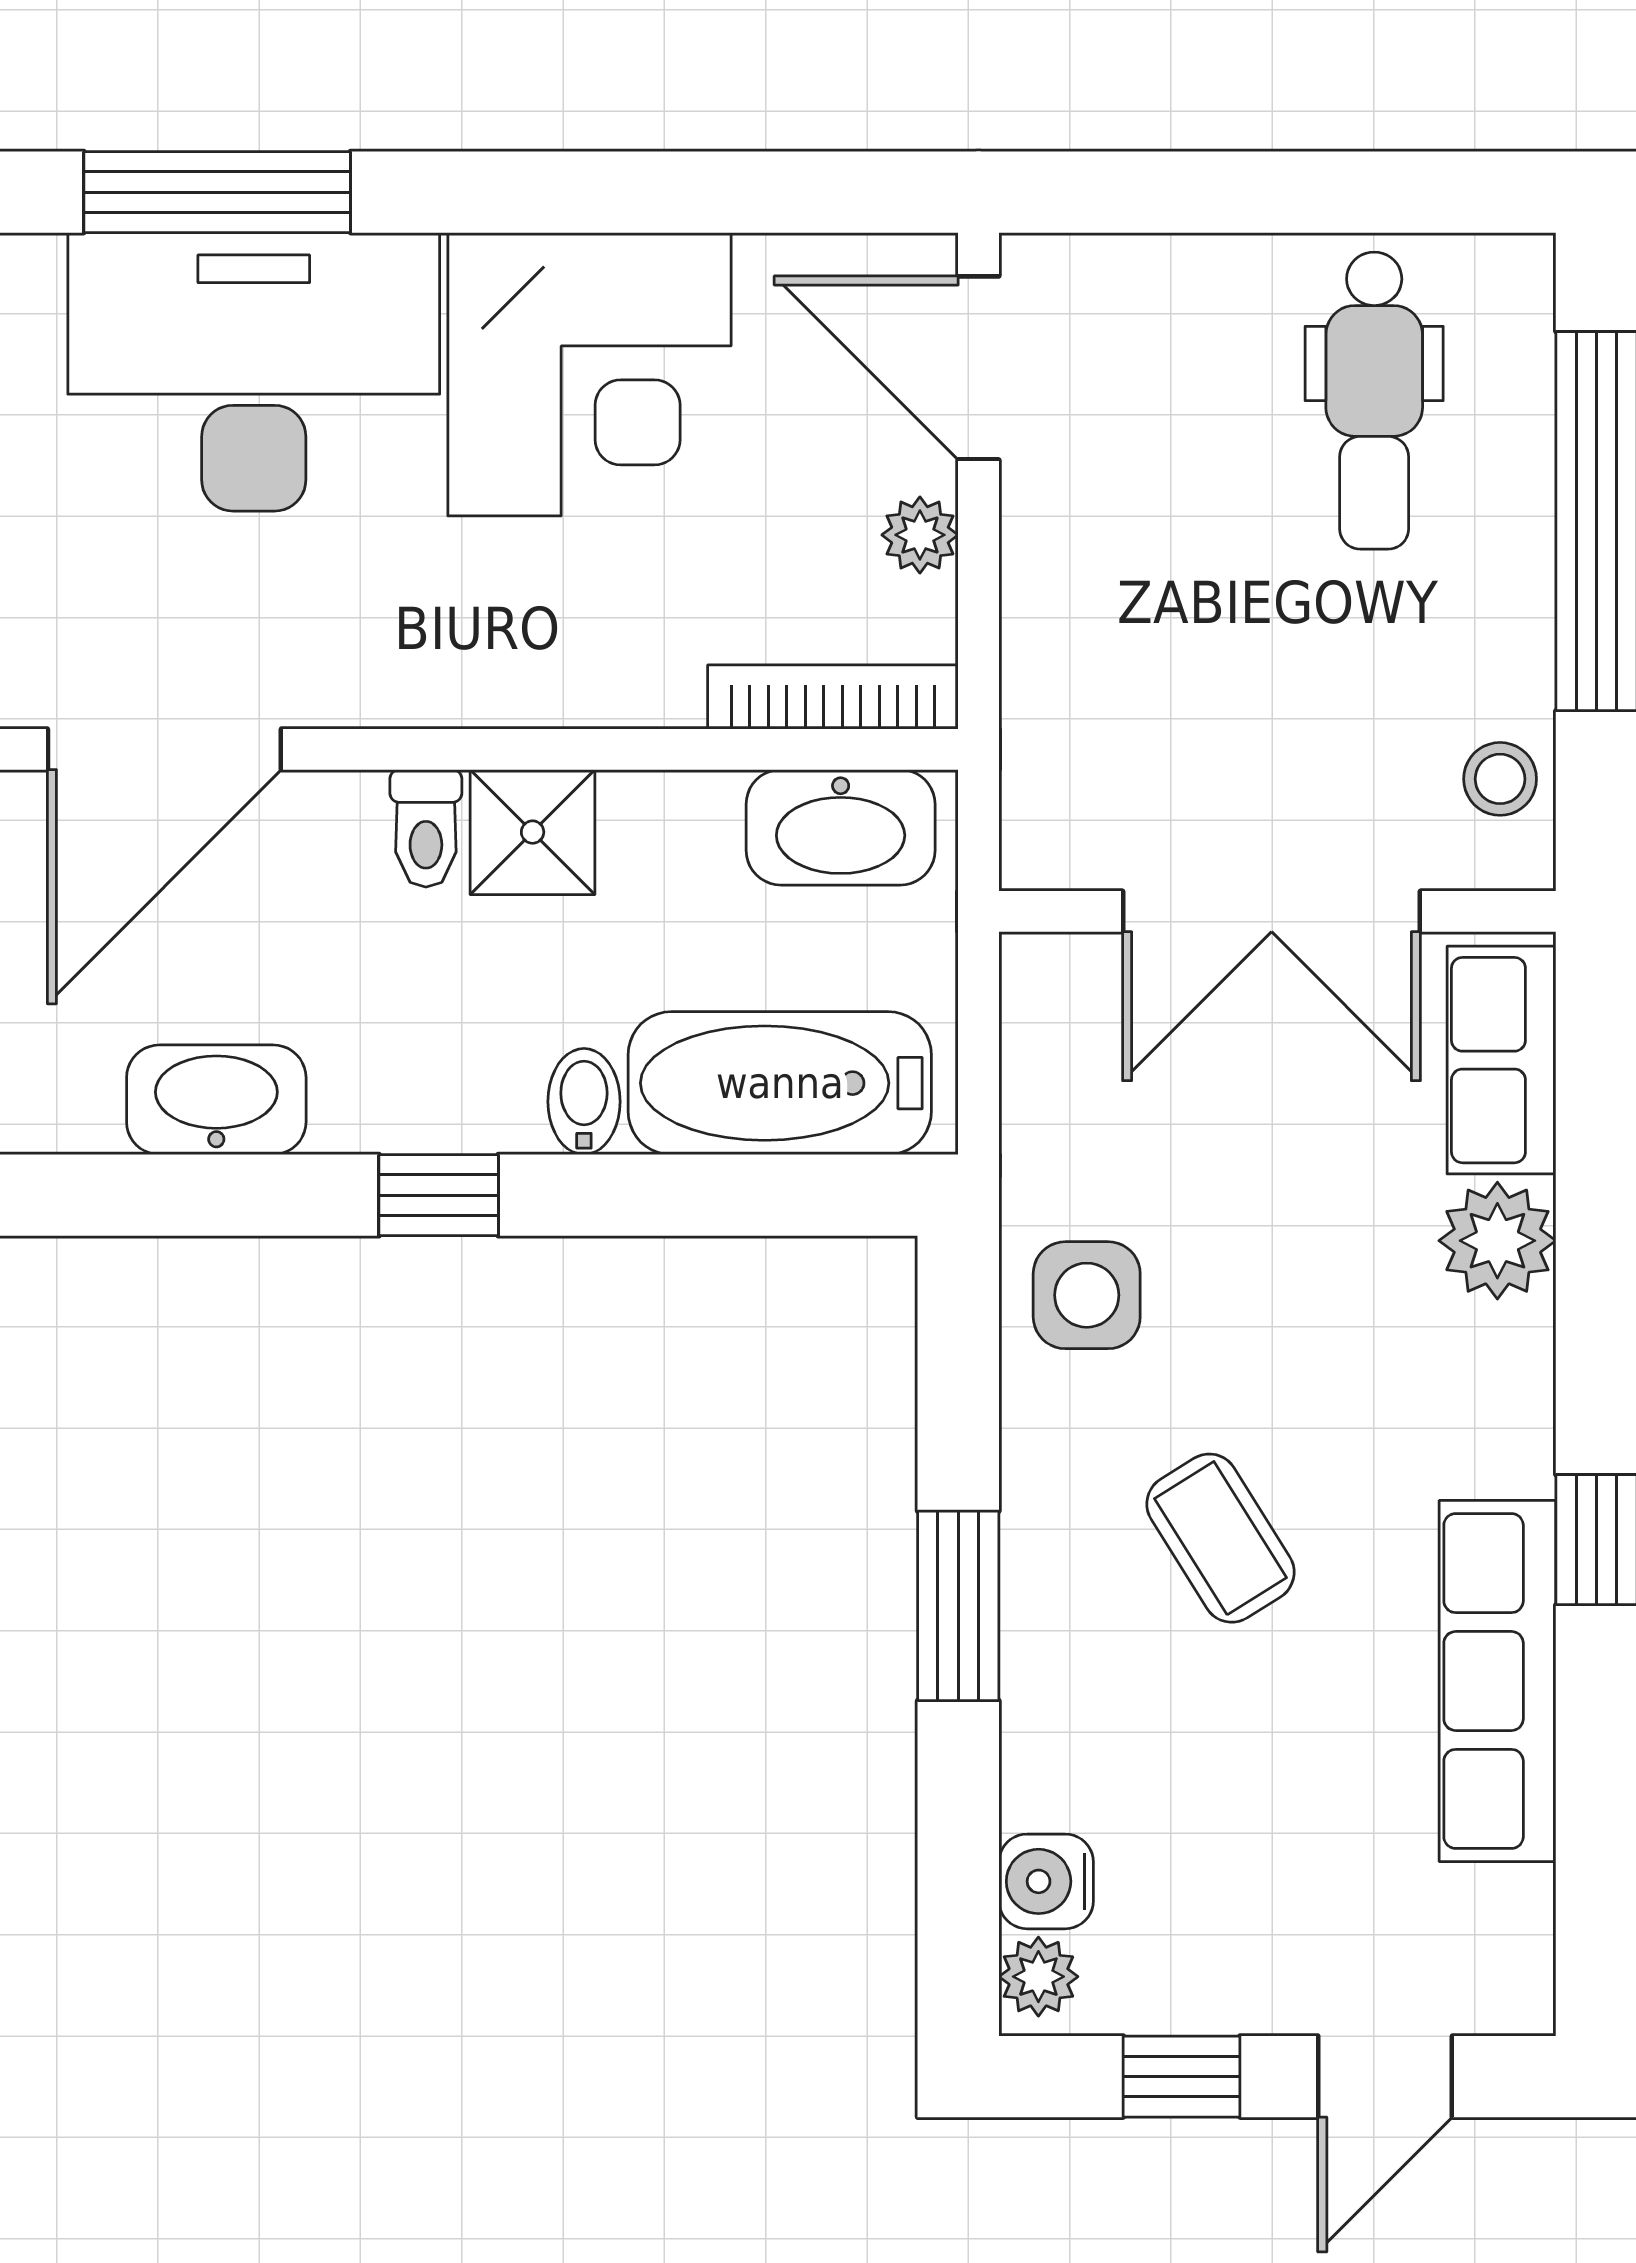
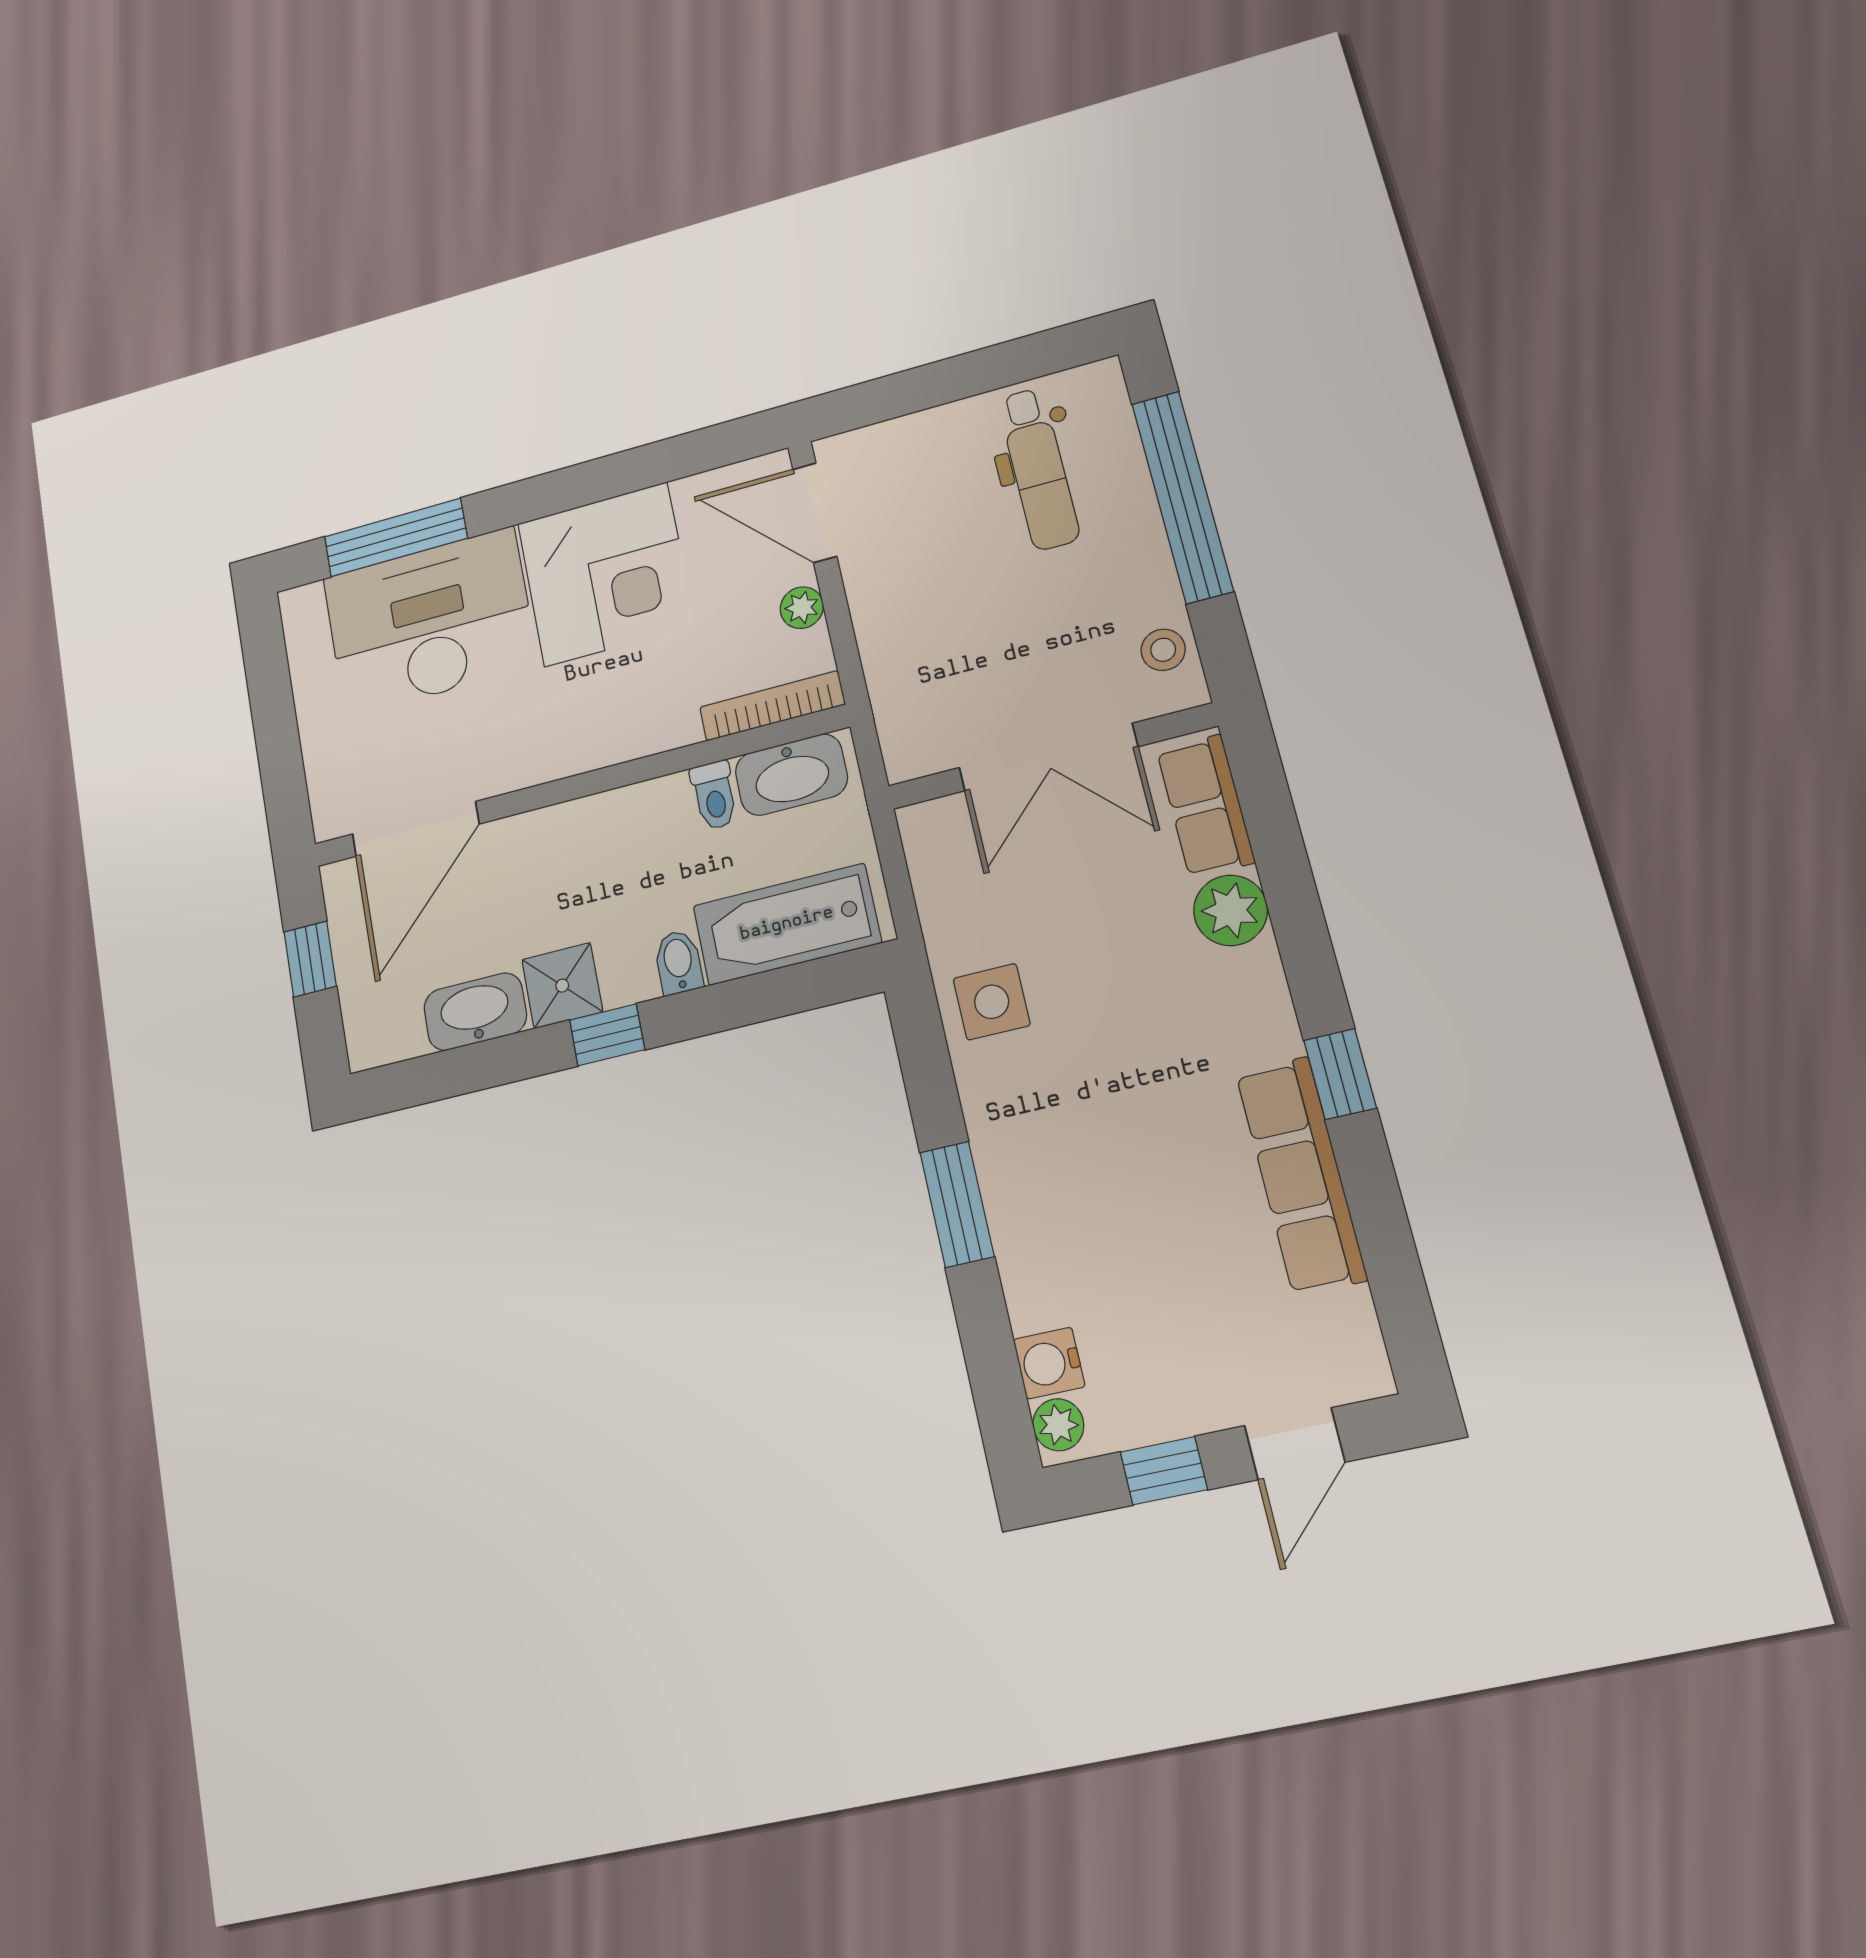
toilet: (426, 828) -> (714, 795), moved
shower: (533, 832) -> (562, 986), moved
coffee table: (1220, 1538) -> (1106, 1127), removed

